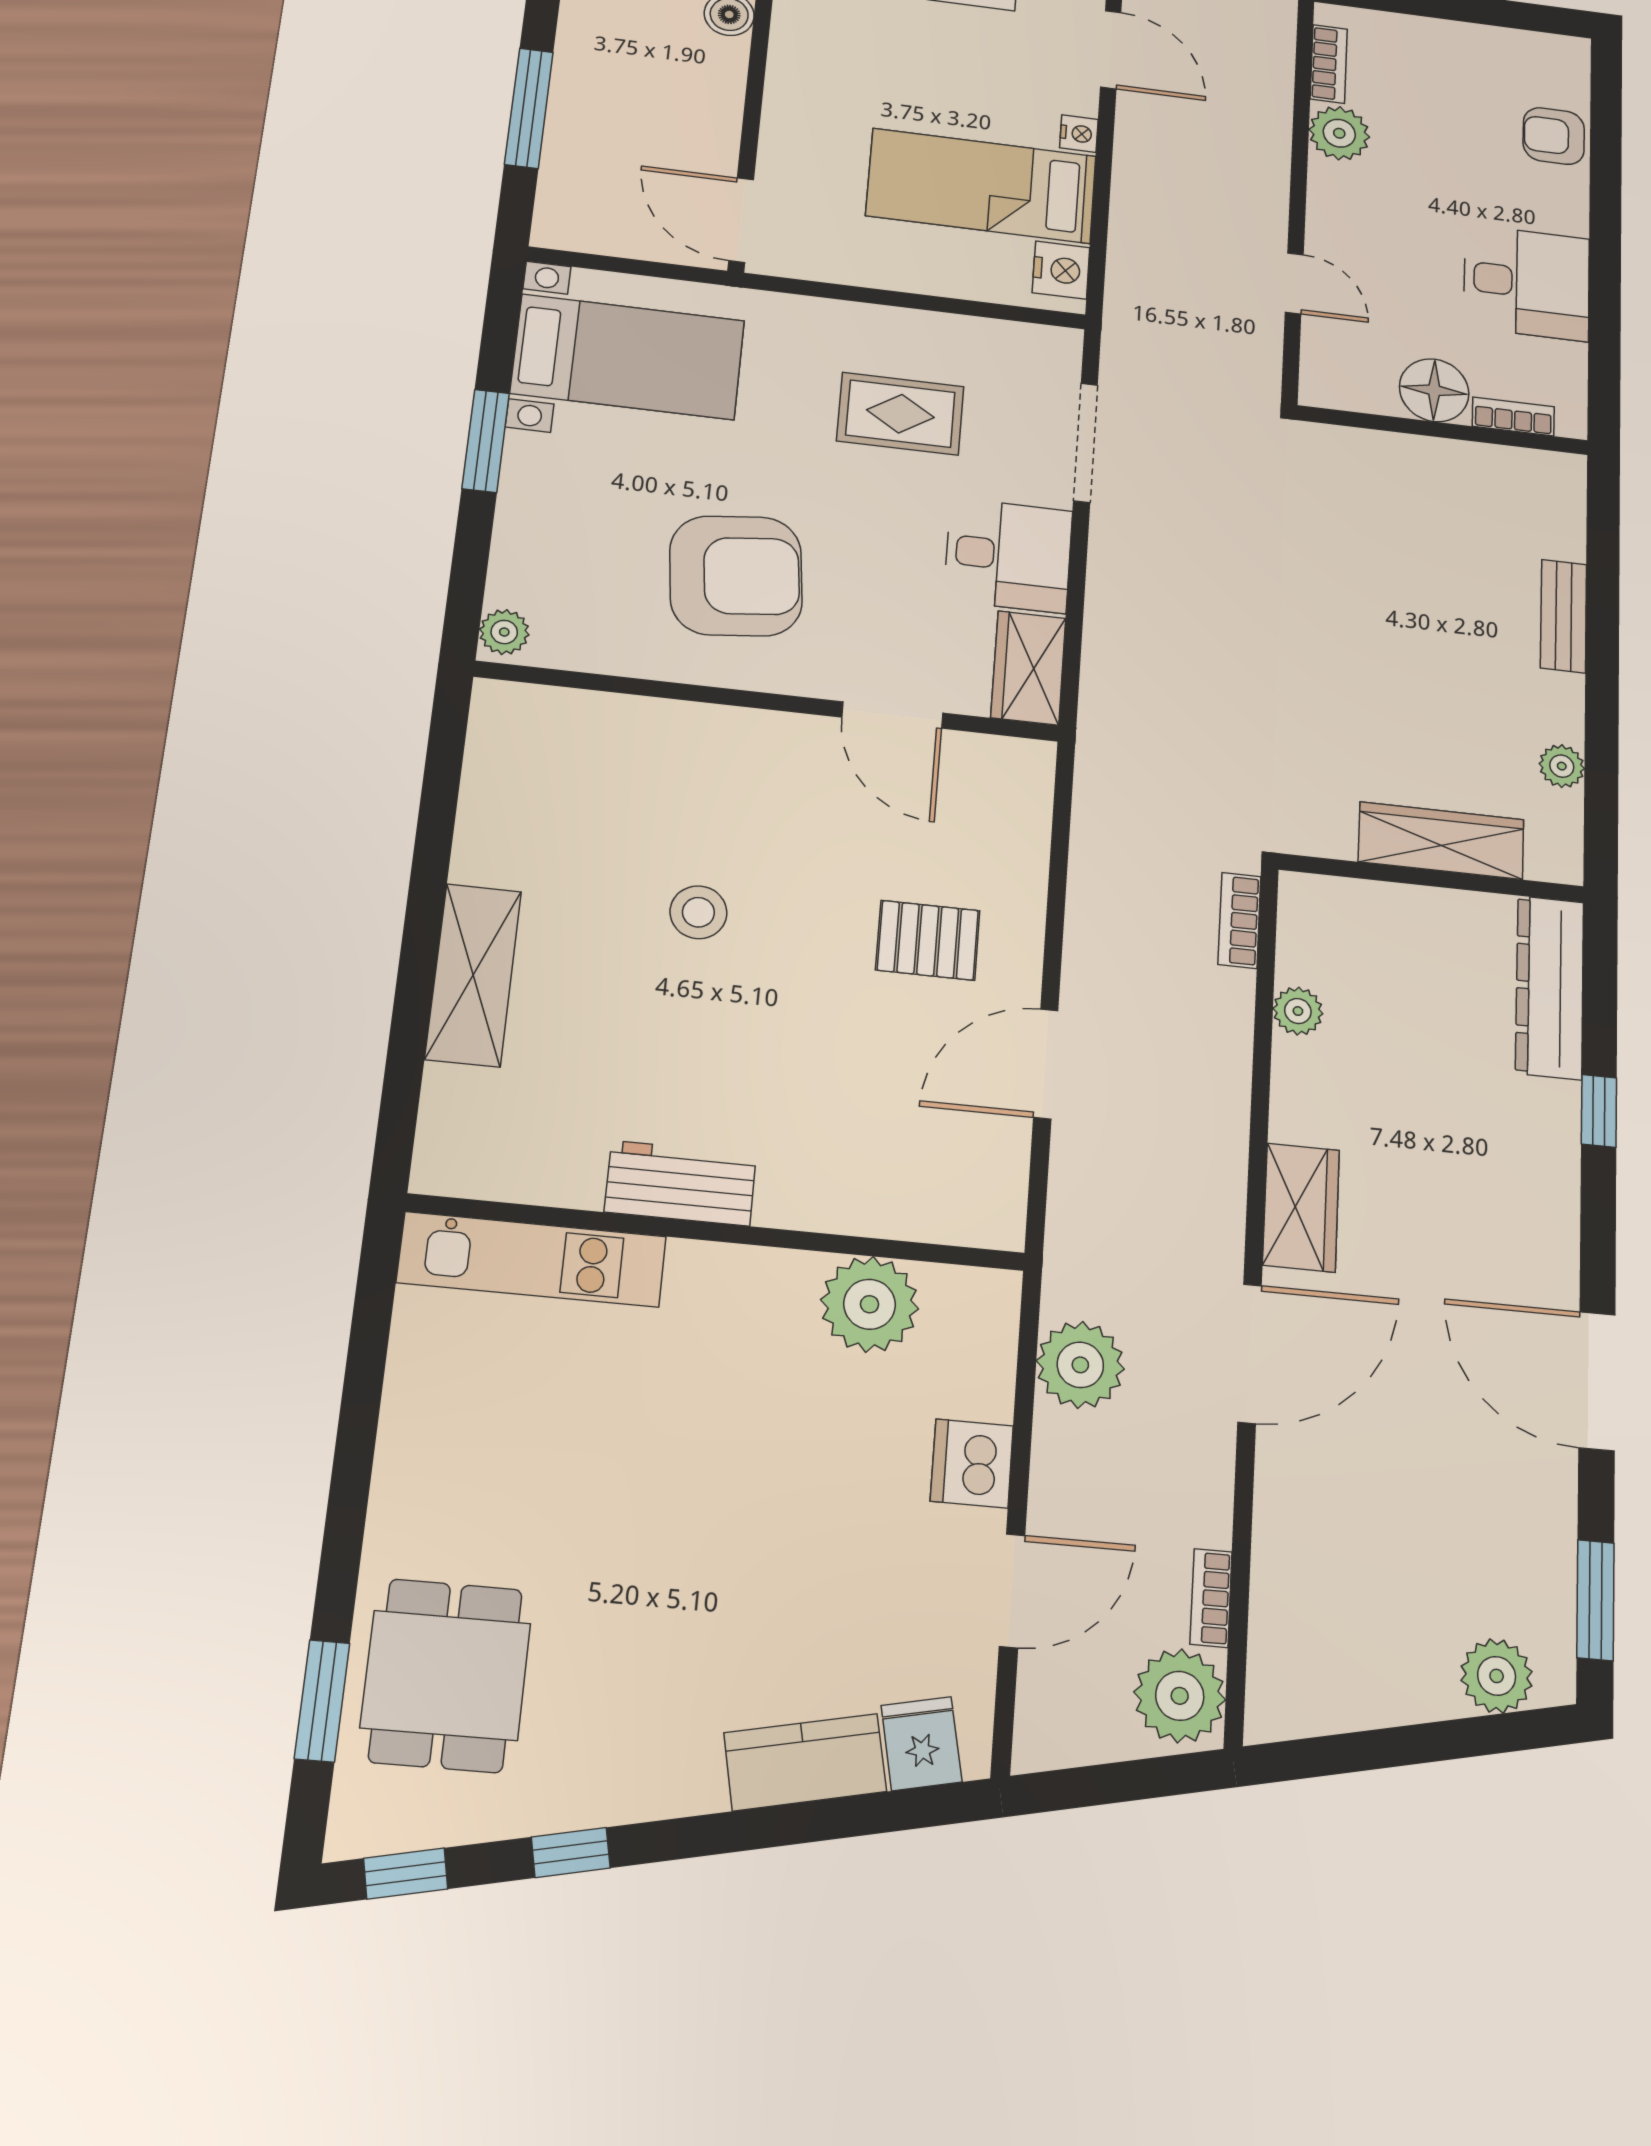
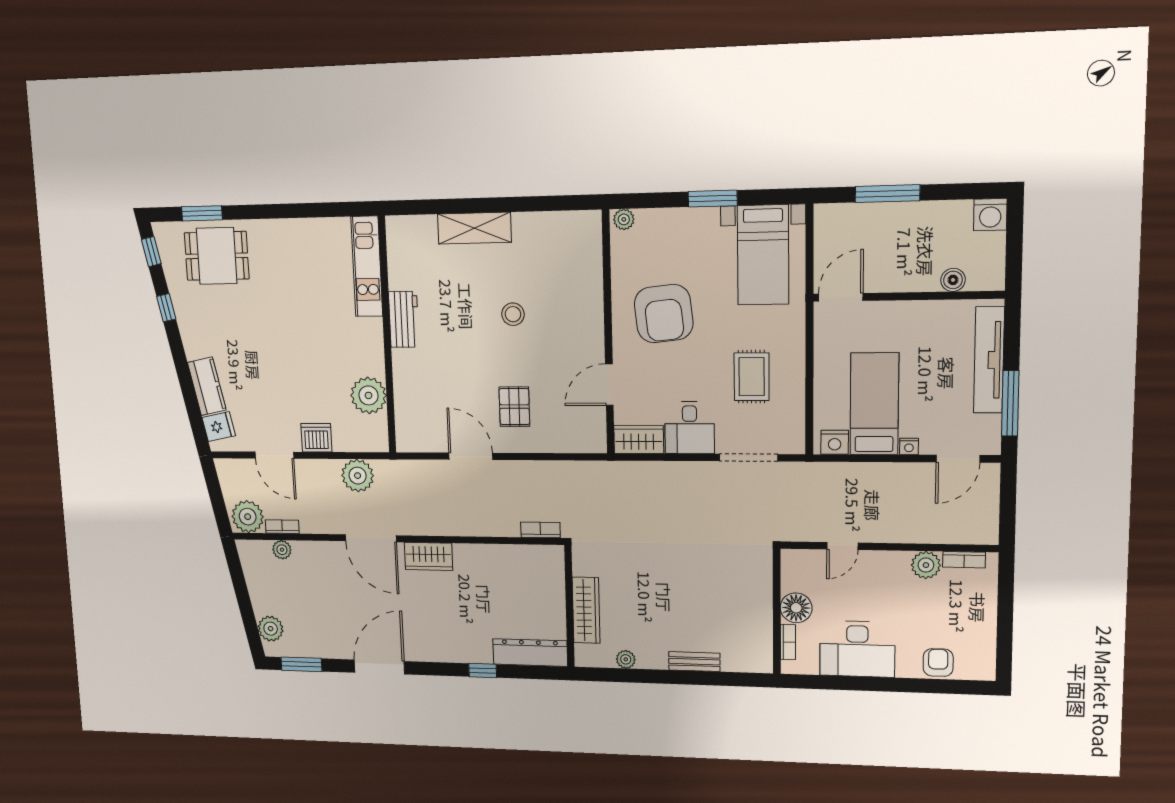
desk: (1527, 283) -> (857, 649), width x1.37
plant: (1298, 1011) -> (282, 550), moved

